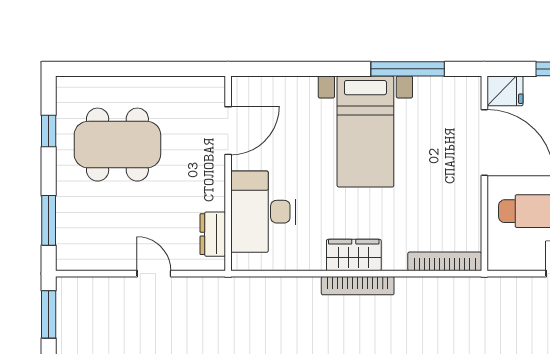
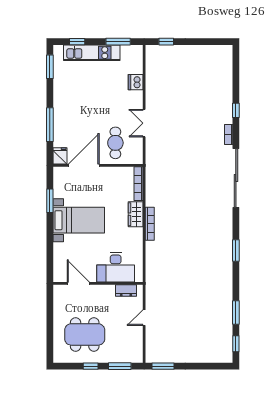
window: (408, 69) -> (50, 201), width x0.69
window: (49, 131) -> (91, 366), moved
dining table: (117, 145) -> (85, 334), turned 90
wardrobe: (354, 255) -> (136, 214), moved

